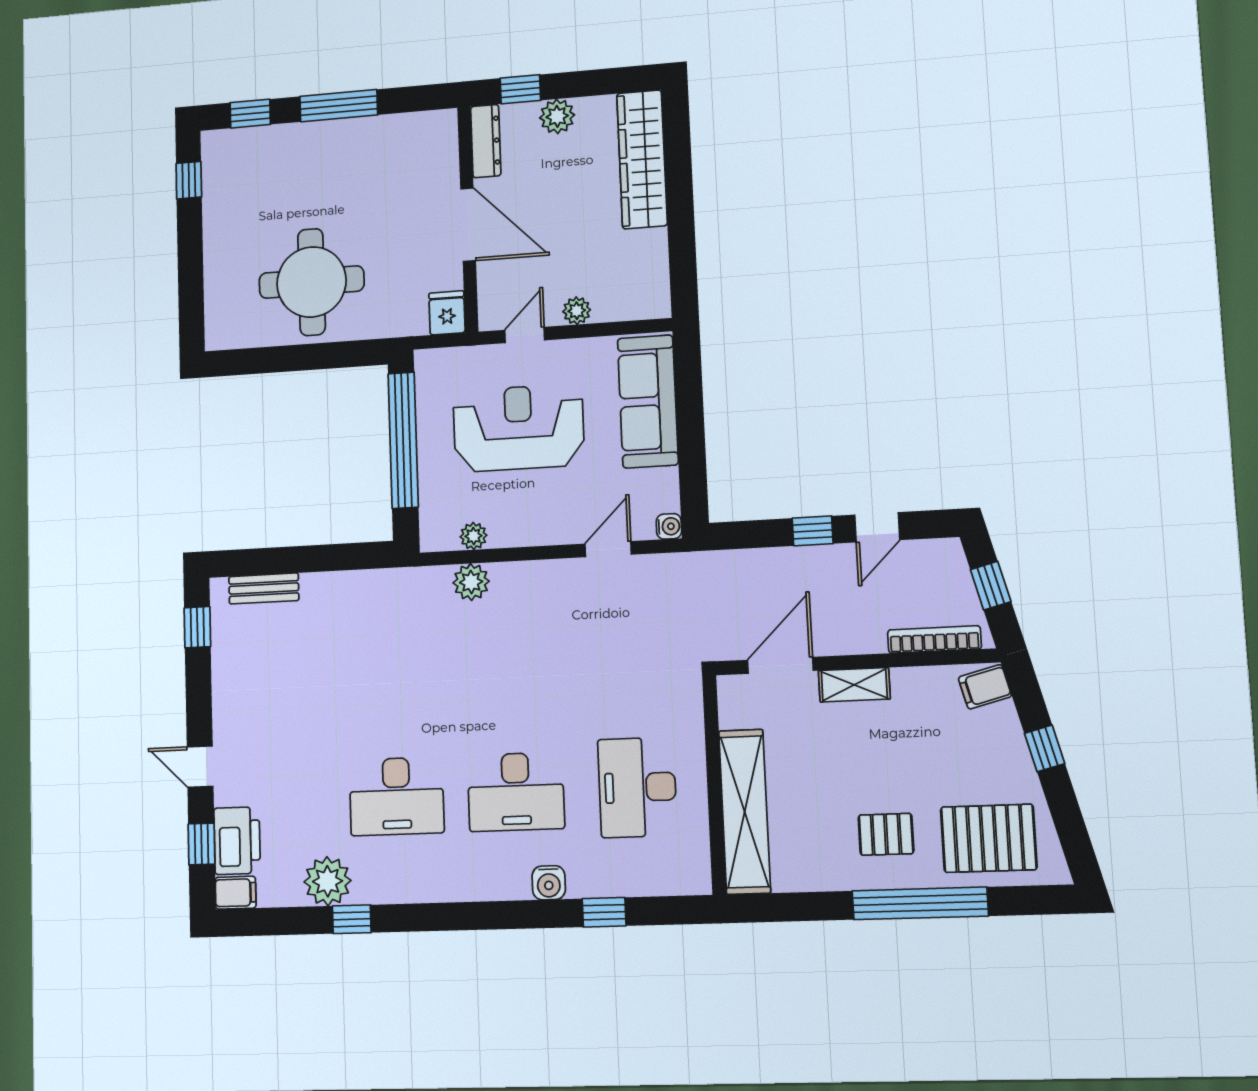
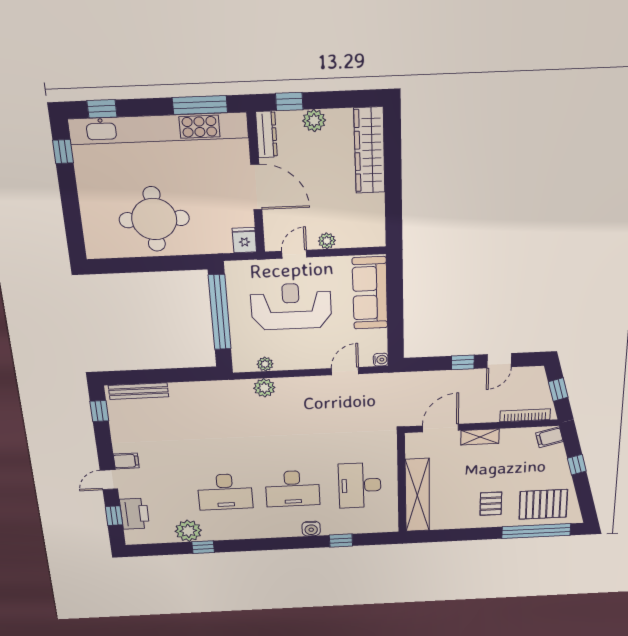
window: (339, 106) -> (200, 105), moved
kitchen unit: (328, 139) -> (158, 128), added
bench: (264, 588) -> (138, 391), width x1.36
door: (200, 767) -> (109, 480), hinge flipped
pallet: (886, 834) -> (491, 504), turned 90
filing cabinet: (236, 893) -> (126, 461), moved
window: (920, 903) -> (536, 531), moved

